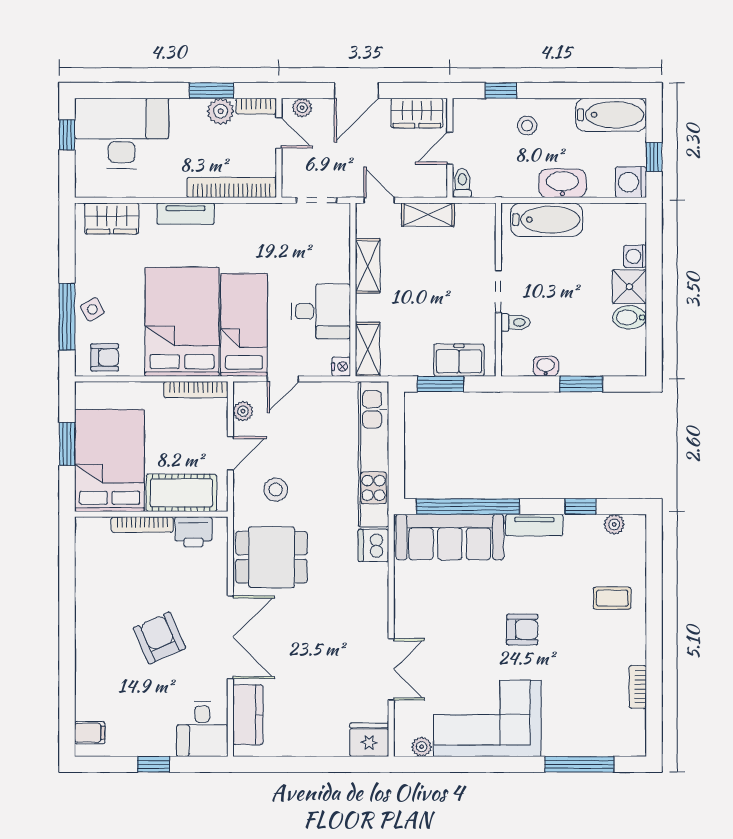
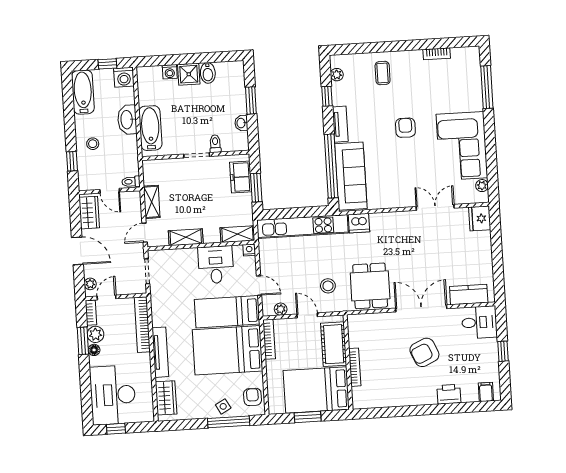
floor lamp: (196, 107) -> (94, 350), added
tv unit: (186, 214) -> (160, 352), width x1.41
printer: (193, 532) -> (449, 394), moved, turned -90

